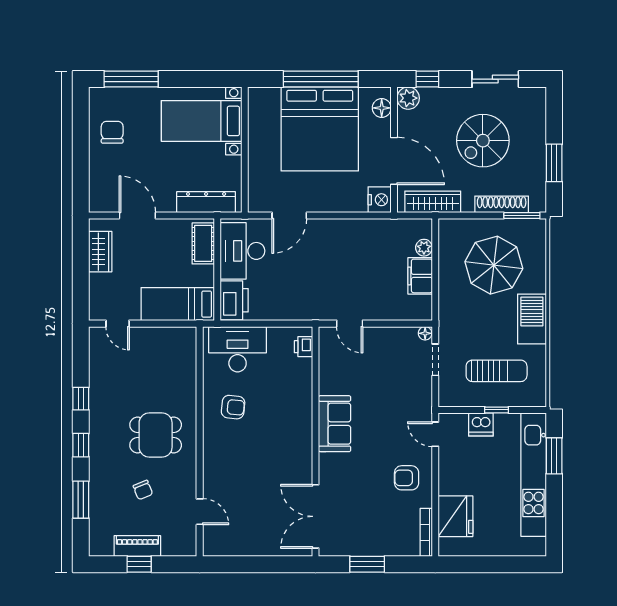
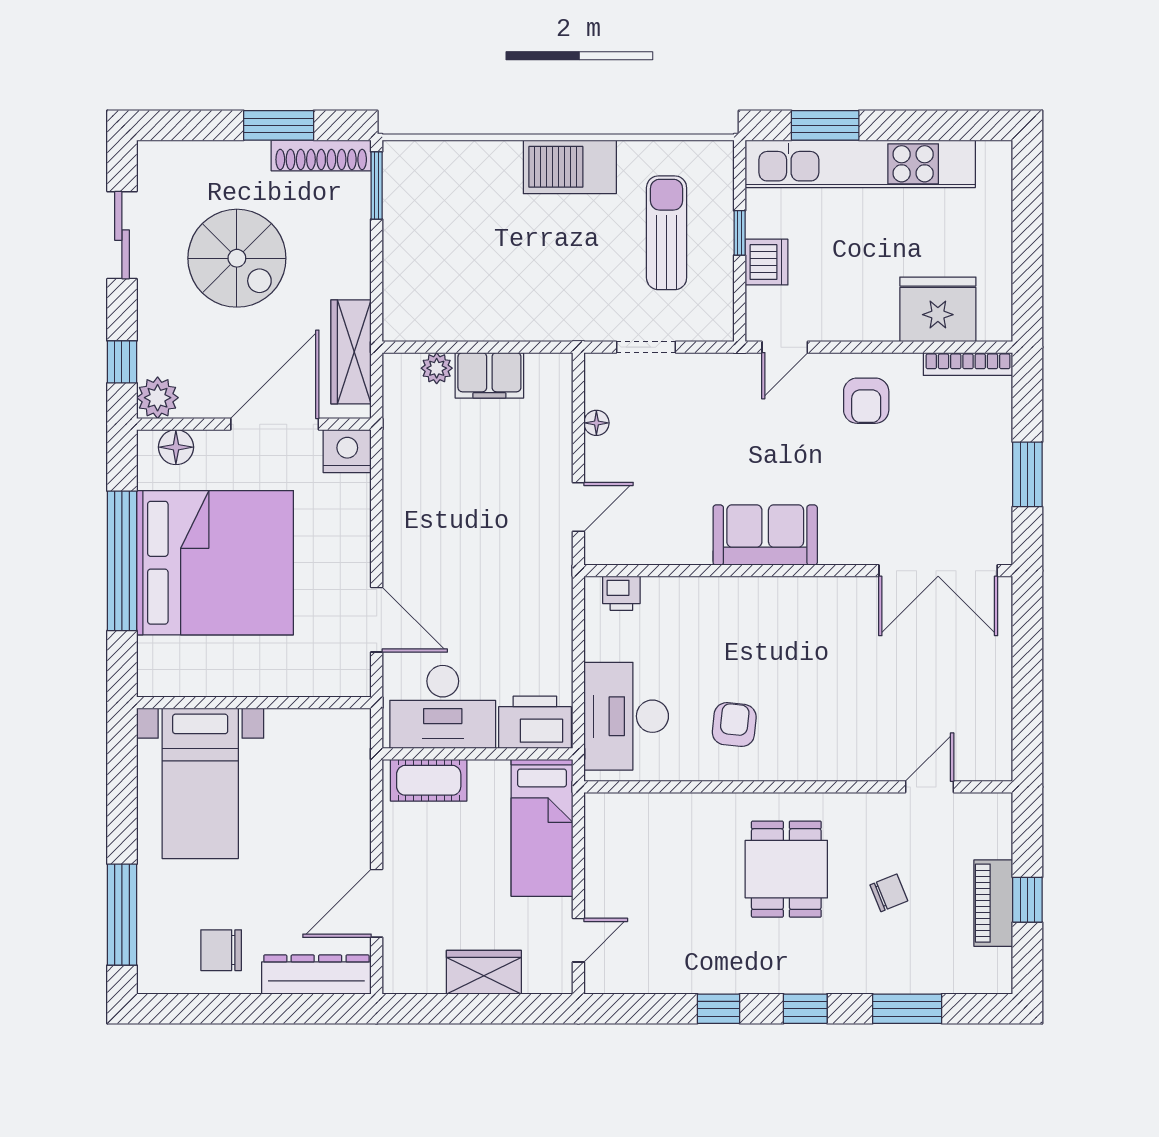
dresser: (206, 202) -> (316, 975), moved, turned 90
shoe rack: (502, 204) -> (321, 155), moved, turned -90
wardrobe: (100, 252) -> (484, 972), moved
parasol: (494, 265) -> (469, 238), removed
floor lamp: (425, 333) -> (596, 423), moved

